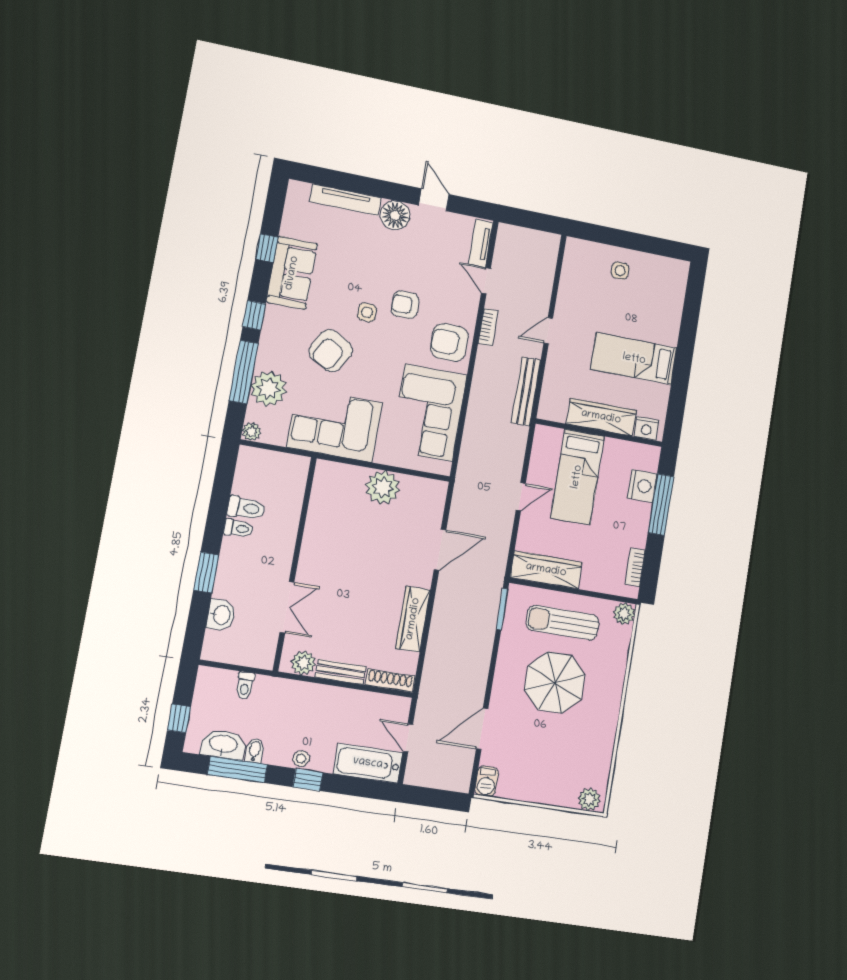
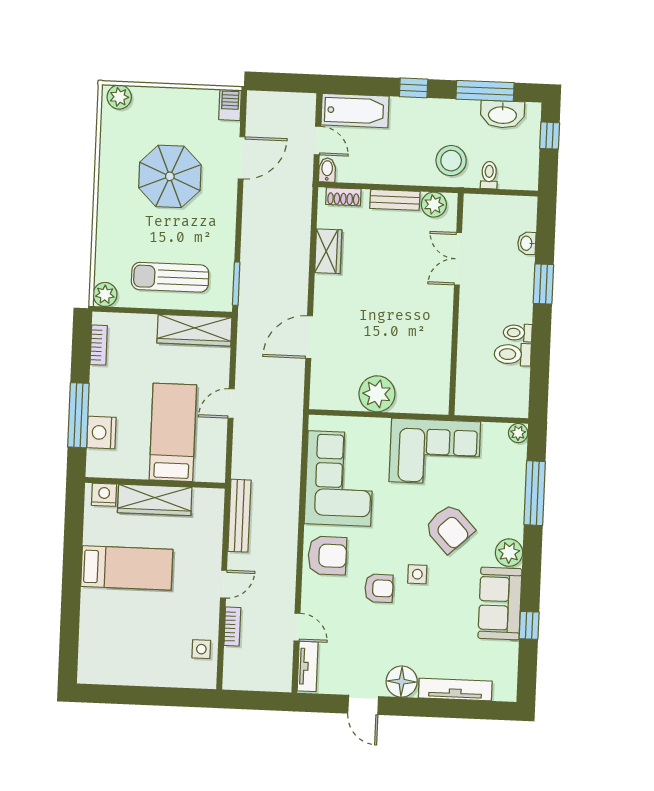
side table: (620, 271) -> (201, 649), moved
window: (254, 315) -> (532, 553), removed
bookcase: (488, 327) -> (232, 627), moved, turned 180
armchair: (331, 351) -> (449, 528), turned 108
plant: (269, 389) -> (509, 553), moved, width x0.73, depth x0.73
washbasin: (221, 615) -> (527, 243), width x0.72, depth x0.69
wardrobe: (413, 619) -> (328, 251), width x0.67
sun lounger: (563, 623) -> (170, 277), turned 180
shoe rack: (390, 680) -> (343, 197), width x0.70
parasol: (555, 682) -> (170, 176), moved
bidet: (255, 750) -> (327, 170), moved, turned 180
stool: (301, 759) -> (451, 161), moved, width x1.89, depth x1.89

